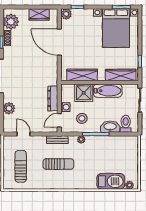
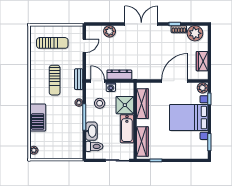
bed with nightstands: (116, 28) -> (189, 118), moved
barbecue: (111, 181) -> (38, 117), moved

